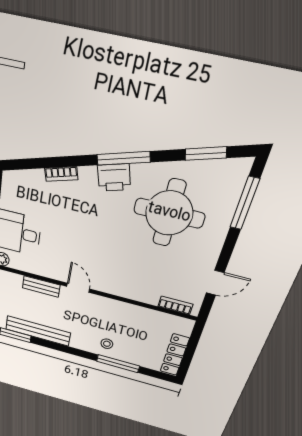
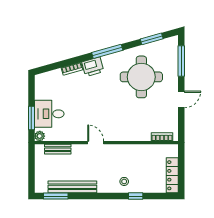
printer: (114, 178) -> (93, 67), moved
door: (215, 283) -> (181, 99), moved
bench: (41, 286) -> (58, 149), moved
window: (118, 364) -> (136, 196), width x0.46

